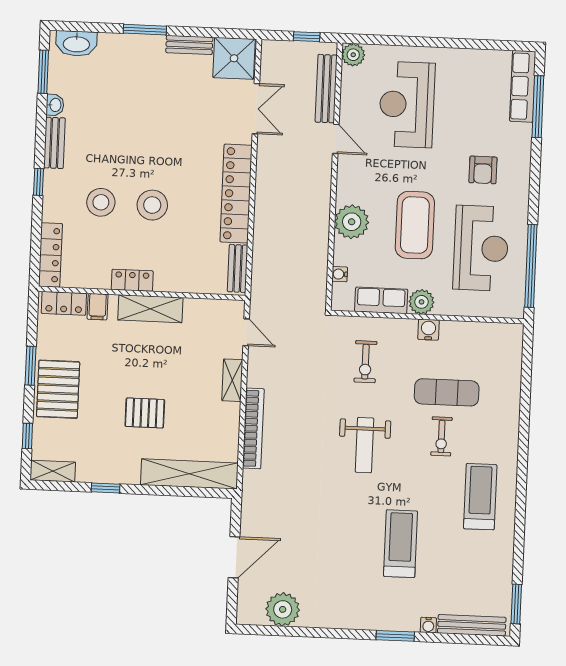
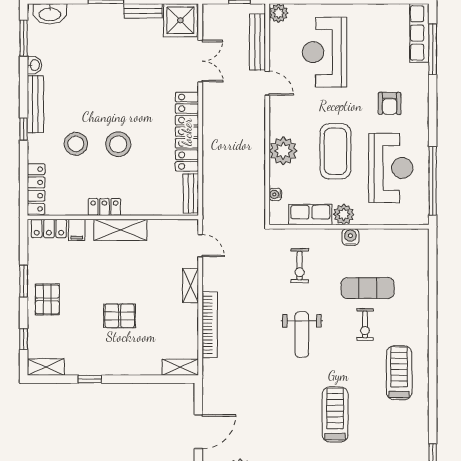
bench: (54, 143) -> (35, 104), width x1.36
pallet: (58, 389) -> (47, 299), width x0.67, depth x0.71
shelving: (189, 474) -> (180, 367), width x0.45, depth x0.75

